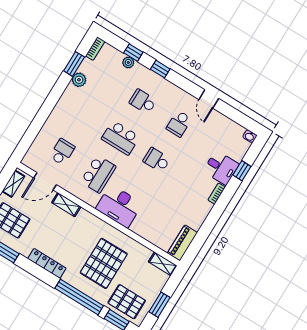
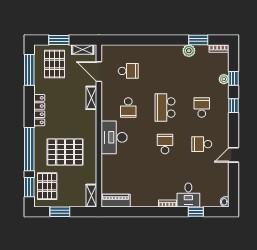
school desk: (98, 174) -> (128, 108), width x0.54

